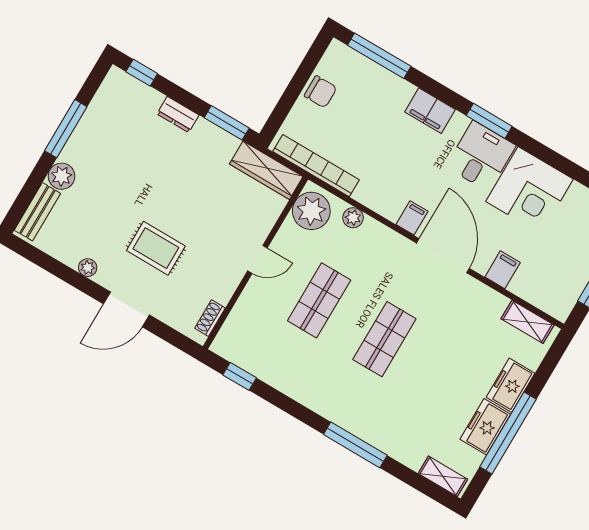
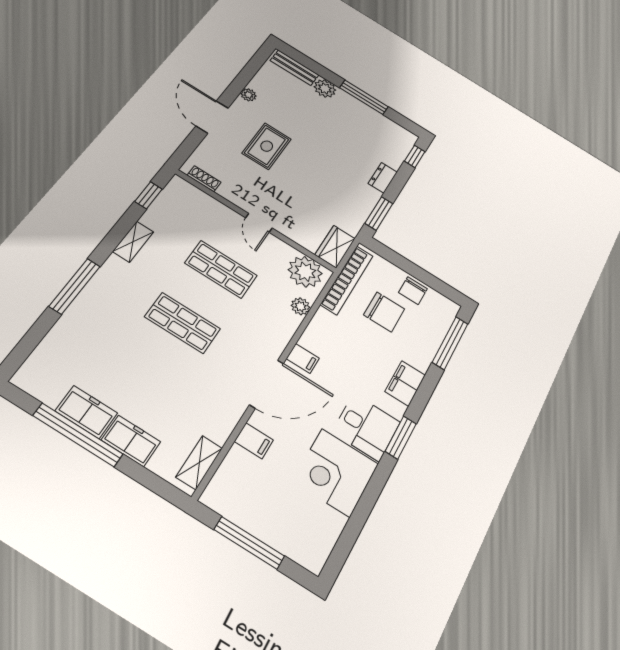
chair: (350, 127) -> (384, 312), added
wardrobe: (266, 170) -> (335, 247), width x0.67
shelving: (443, 476) -> (133, 242), moved

